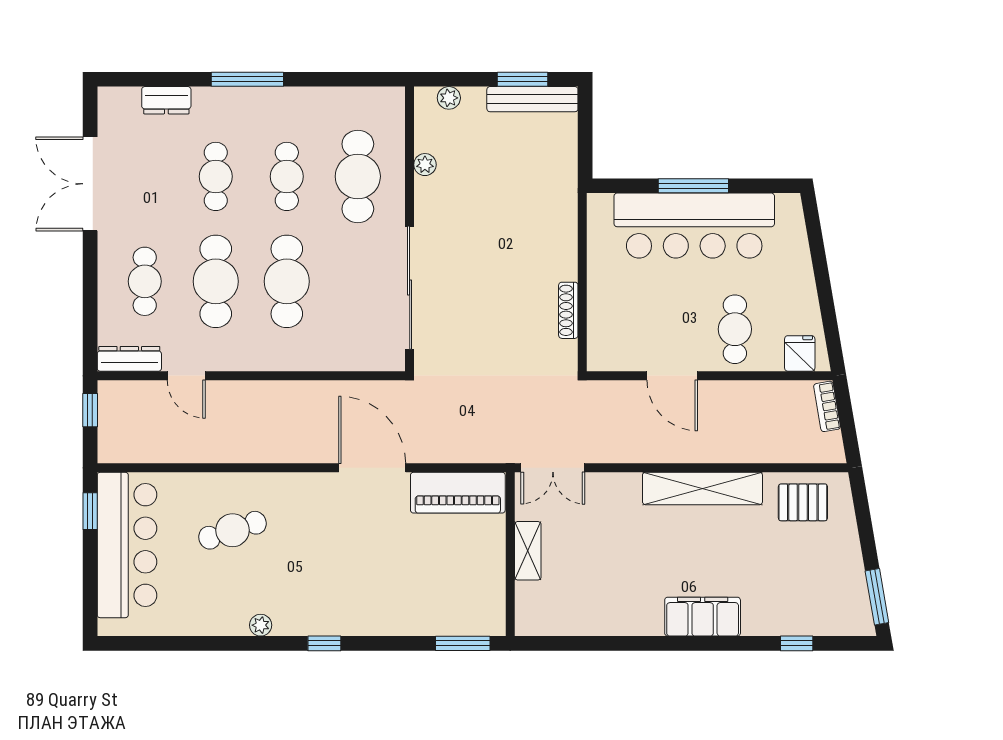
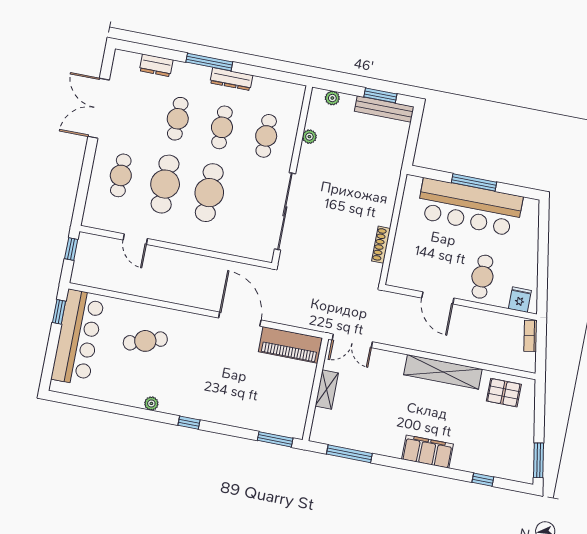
cafe table: (358, 176) -> (266, 136), width x0.73, depth x0.74
dresser: (129, 359) -> (231, 79), moved, turned 180
window: (582, 643) -> (349, 454), added

